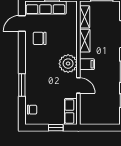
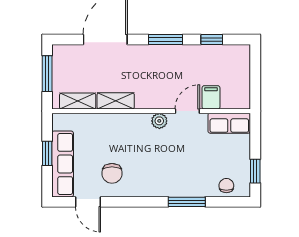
plant: (68, 64) -> (159, 121), width x0.53, depth x0.53
filing cabinet: (87, 64) -> (211, 97), moved
window: (56, 128) -> (255, 171), moved

